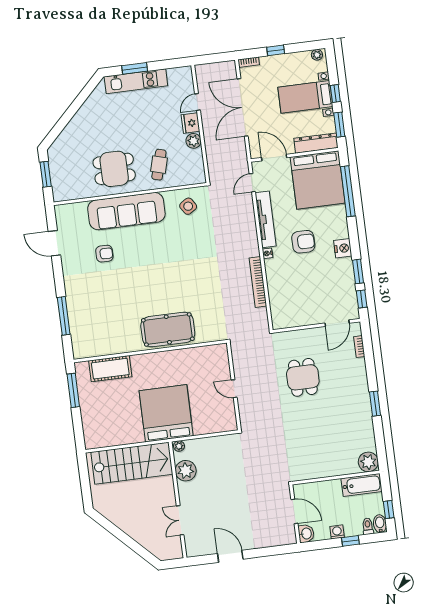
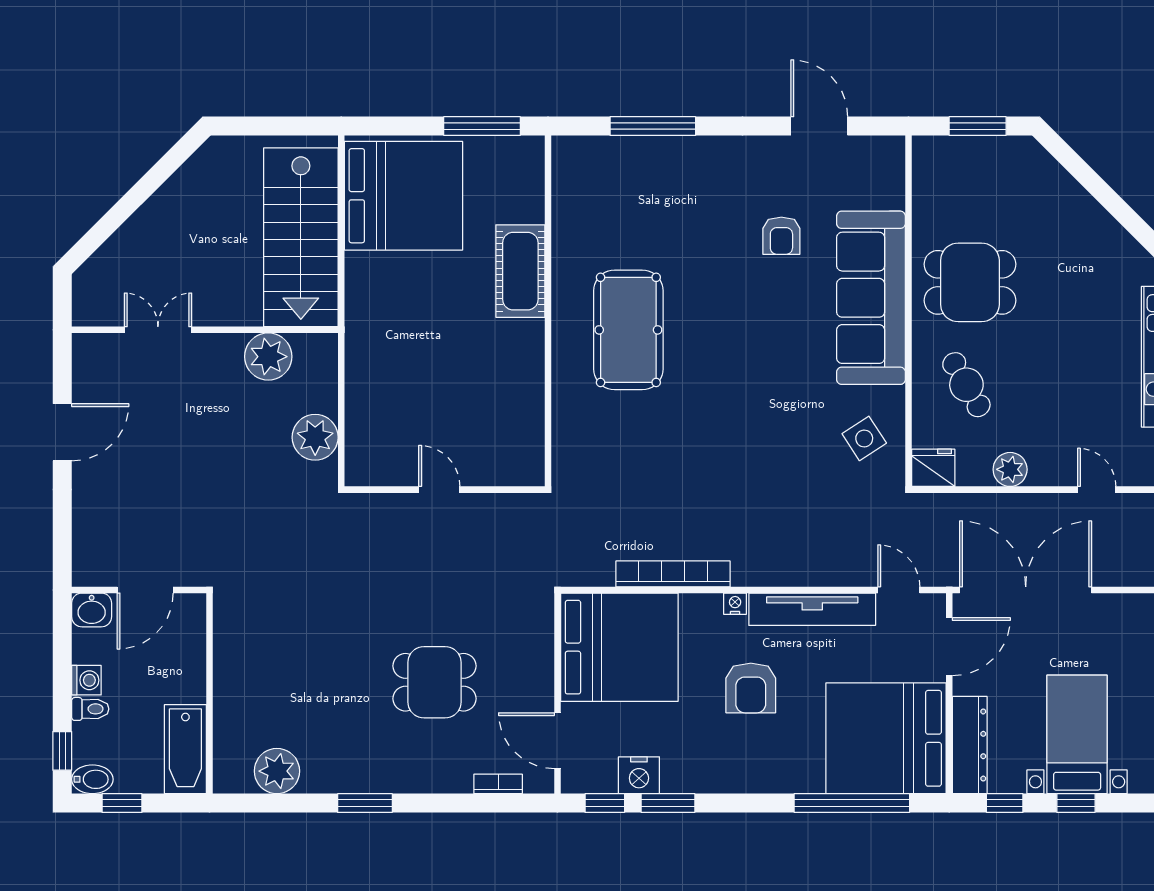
double door: (243, 107) -> (1026, 590), moved
fridge: (191, 123) -> (933, 468), moved
window: (339, 125) -> (1005, 803), width x0.67
cafe table: (159, 165) -> (966, 385), turned 44
dining table: (114, 169) -> (970, 282), turned 90
door: (54, 243) -> (819, 126), hinge flipped
nightstand: (343, 248) -> (639, 775), moved
bed: (293, 301) -> (619, 647), added
pool table: (168, 330) -> (628, 330), moved
cot: (110, 369) -> (520, 271), moved
dining table: (303, 377) -> (435, 682), moved
door: (234, 389) -> (439, 490), hinge flipped
bed: (166, 413) -> (403, 196), moved
plant: (179, 446) -> (315, 437), moved, width x1.87, depth x1.87
plant: (368, 462) -> (277, 771), moved
toilet: (368, 526) -> (90, 709), moved
window: (350, 541) -> (62, 751), moved

